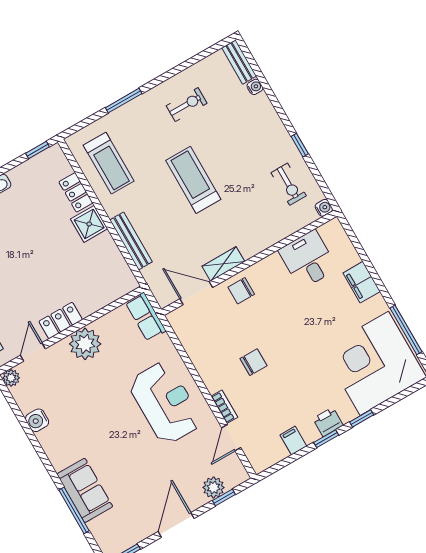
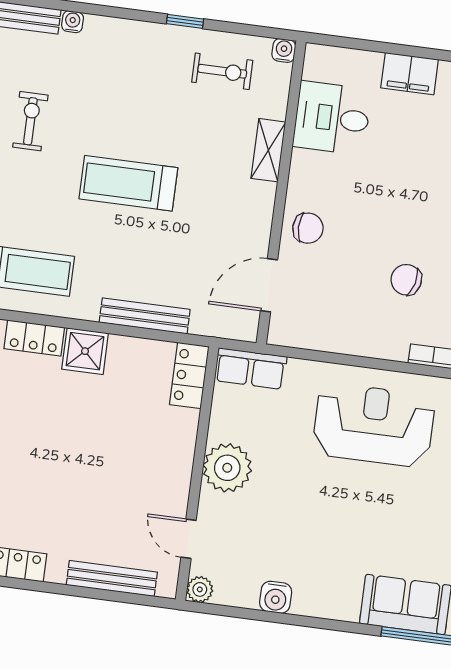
shelving: (223, 264) -> (268, 150), moved
chair: (241, 291) -> (308, 228), turned -90
locker: (61, 321) -> (189, 375), moved
chair: (253, 362) -> (406, 280), turned -76

